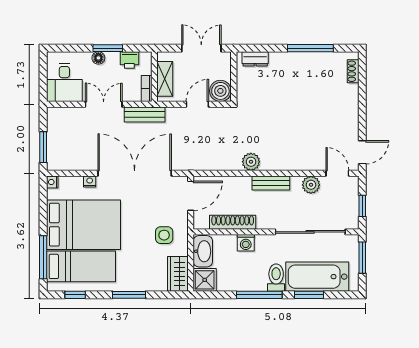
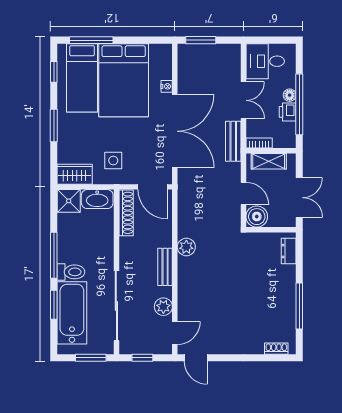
window: (108, 48) -> (299, 104), width x2.11
printer: (129, 60) -> (288, 112), moved
nightstand: (52, 182) -> (166, 49), removed
shoe rack: (233, 222) -> (126, 213), moved
washing machine: (246, 243) -> (106, 242), removed

